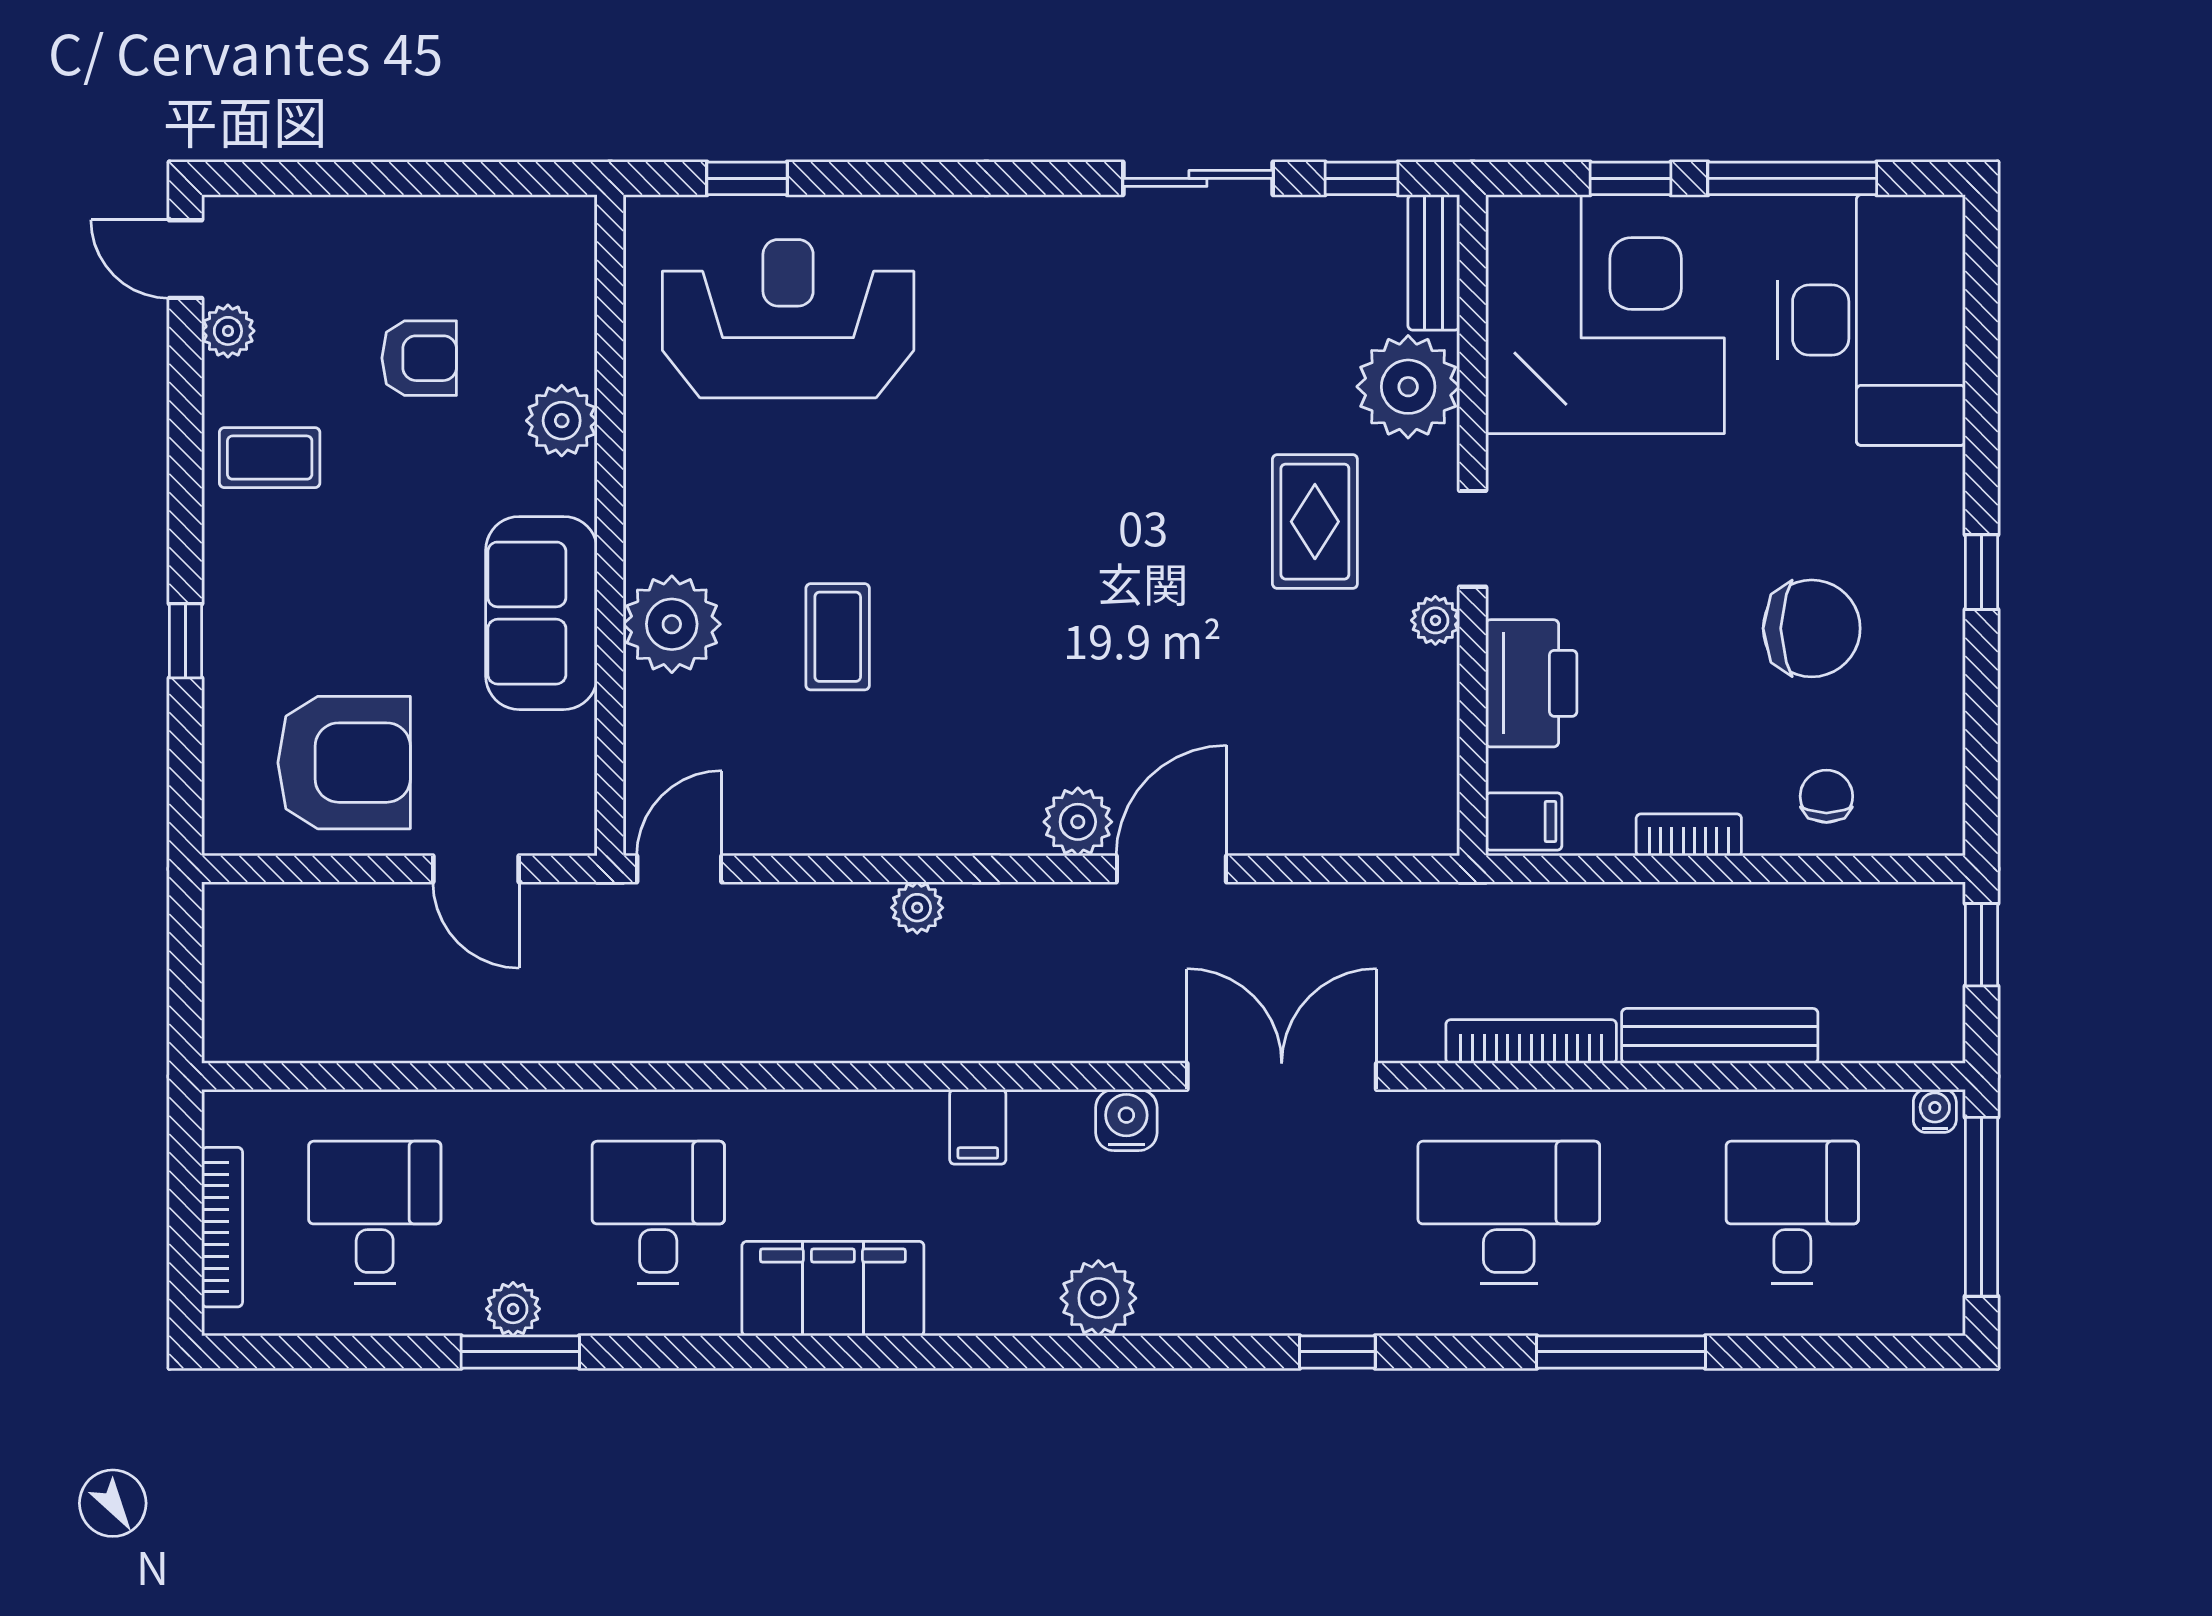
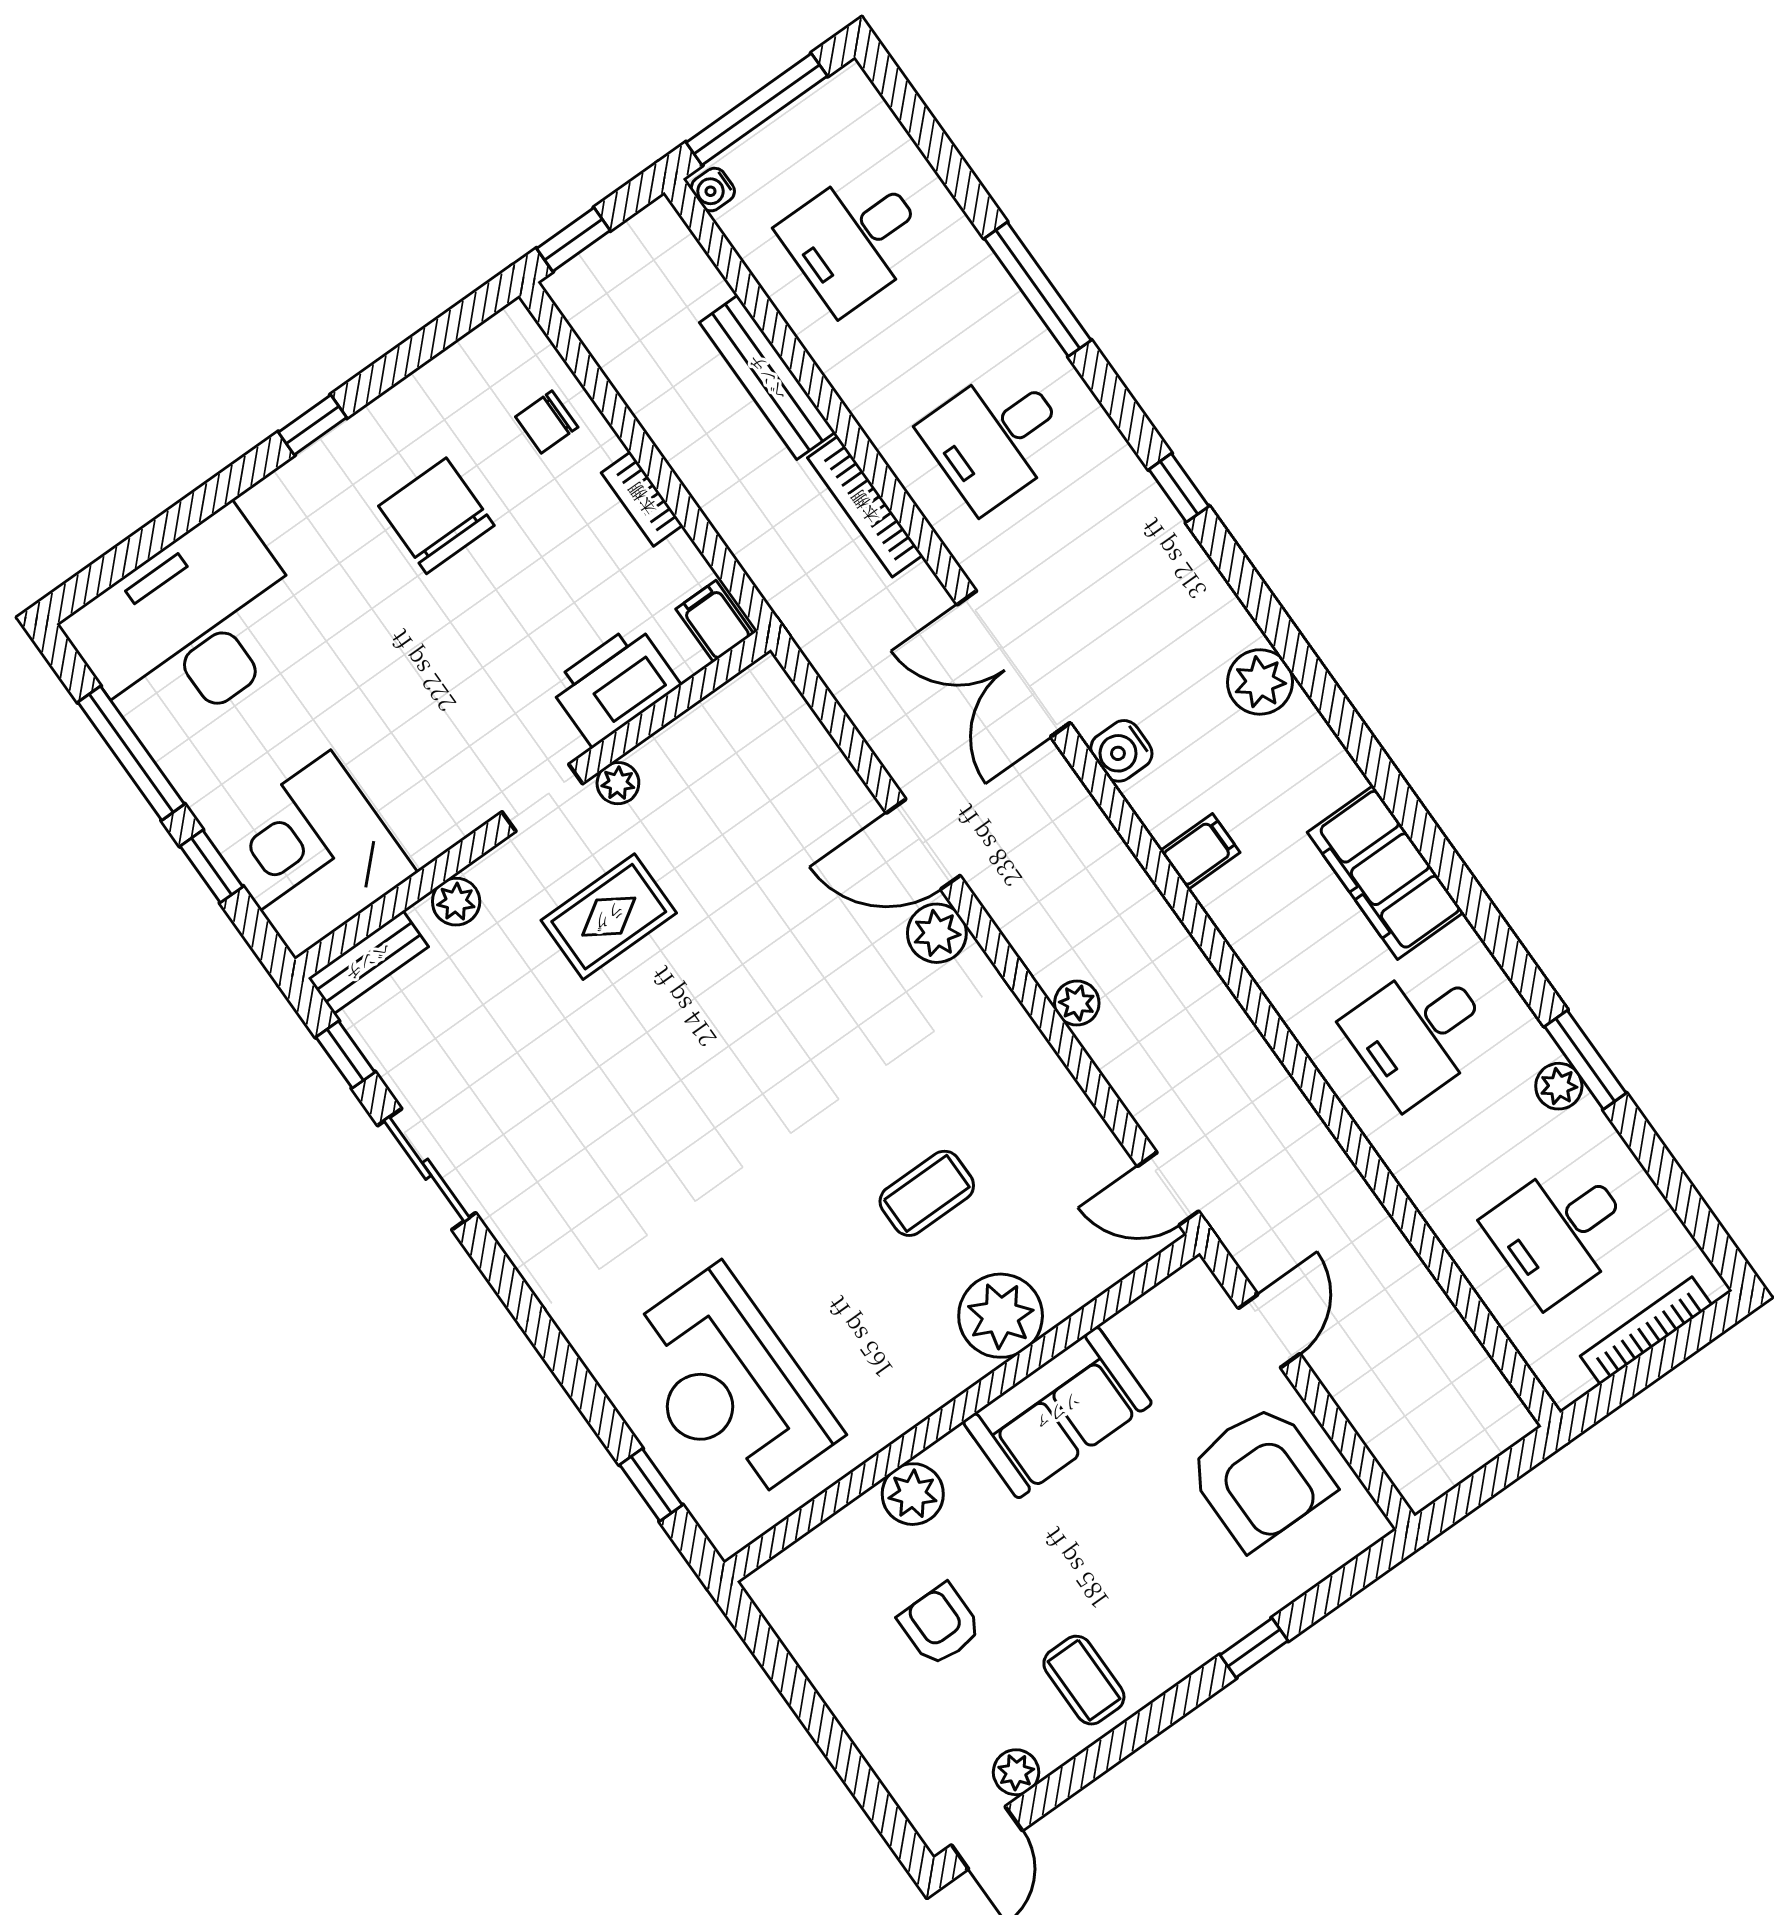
corner desk: (1605, 314) -> (313, 855), width x0.74, depth x0.74
plant: (1408, 387) -> (456, 902), width x0.53, depth x0.53
armchair: (344, 763) -> (1260, 1476), turned 180
desk: (1509, 1213) -> (996, 437), width x0.73

